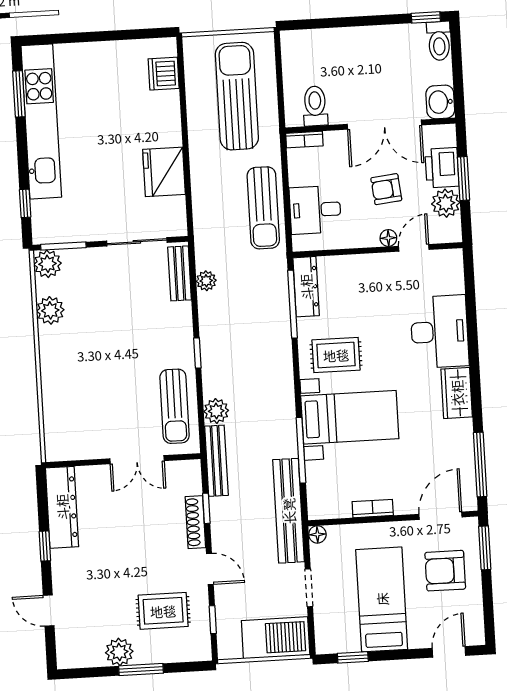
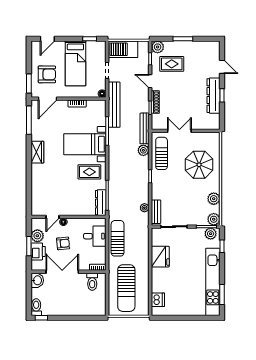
plant: (53, 231) -> (211, 234), added
desk: (439, 332) -> (43, 180), removed
parasol: (88, 386) -> (199, 165), added
dresser: (62, 507) -> (214, 96), moved
plant: (119, 652) -> (158, 47), moved

